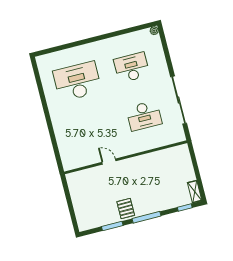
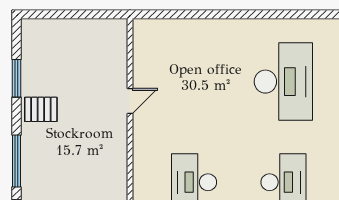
window: (147, 217) -> (17, 161), moved

